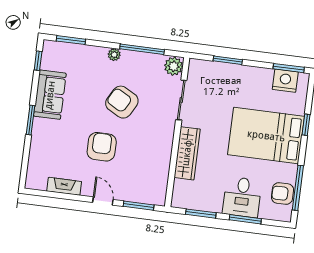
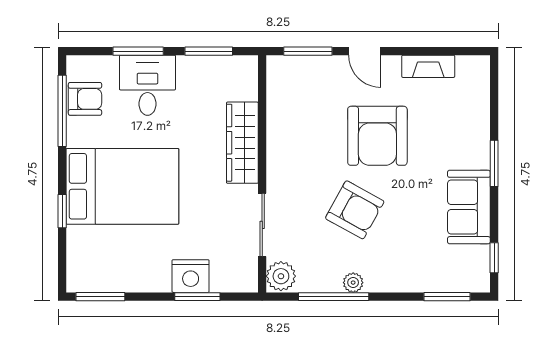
plant: (114, 55) -> (353, 283), moved
nightstand: (285, 81) -> (191, 276), moved
armchair: (102, 147) -> (377, 136), width x1.36, depth x1.36

